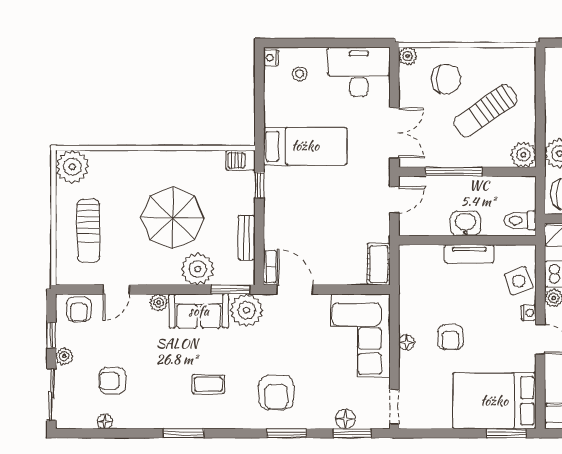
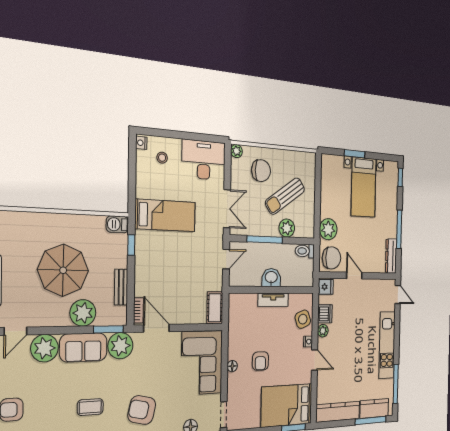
plant: (523, 155) -> (287, 228), moved
toilet: (520, 220) -> (305, 251), moved
plant: (159, 303) -> (45, 348), width x1.87, depth x1.87
armchair: (276, 392) -> (142, 410), turned 103

